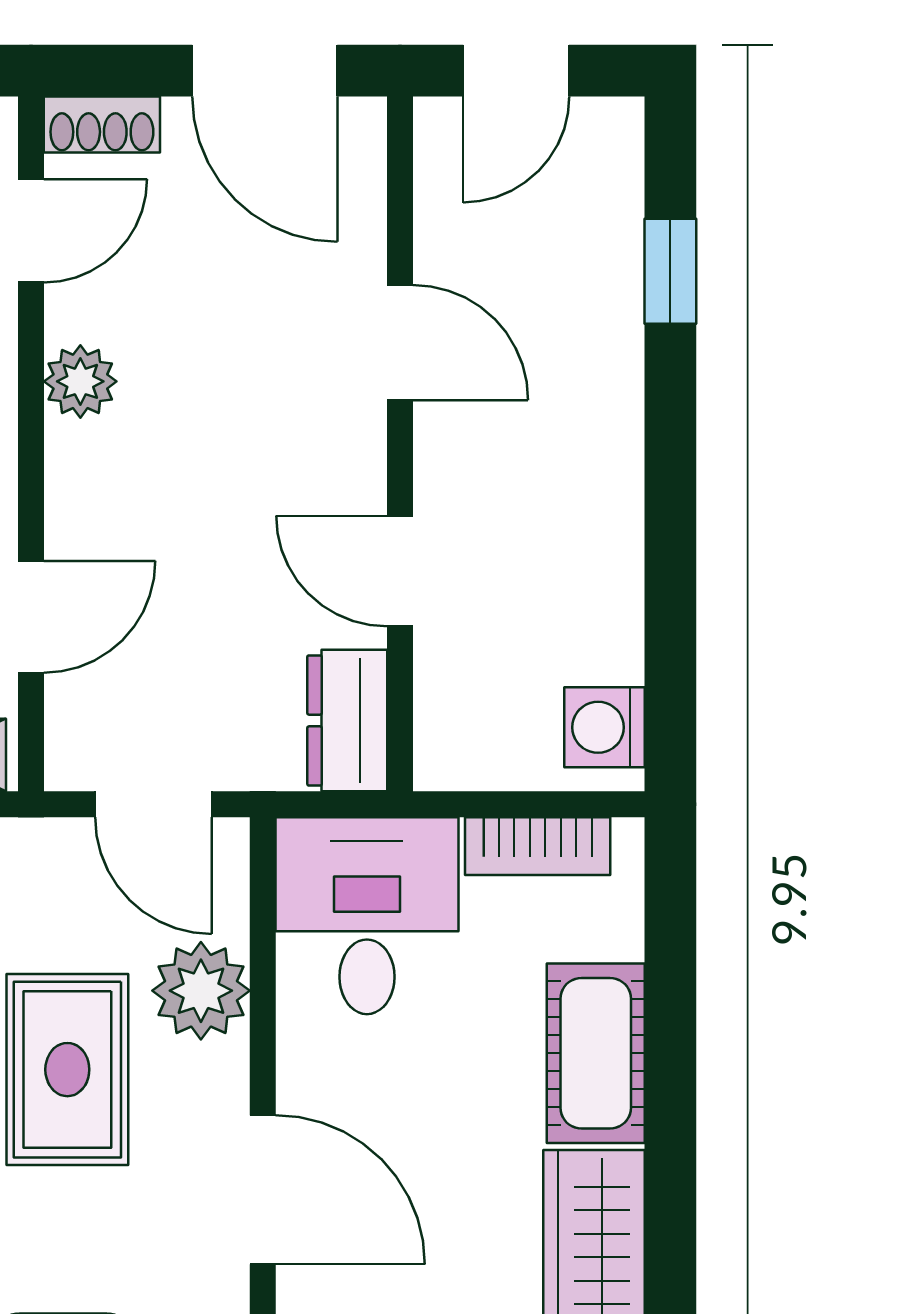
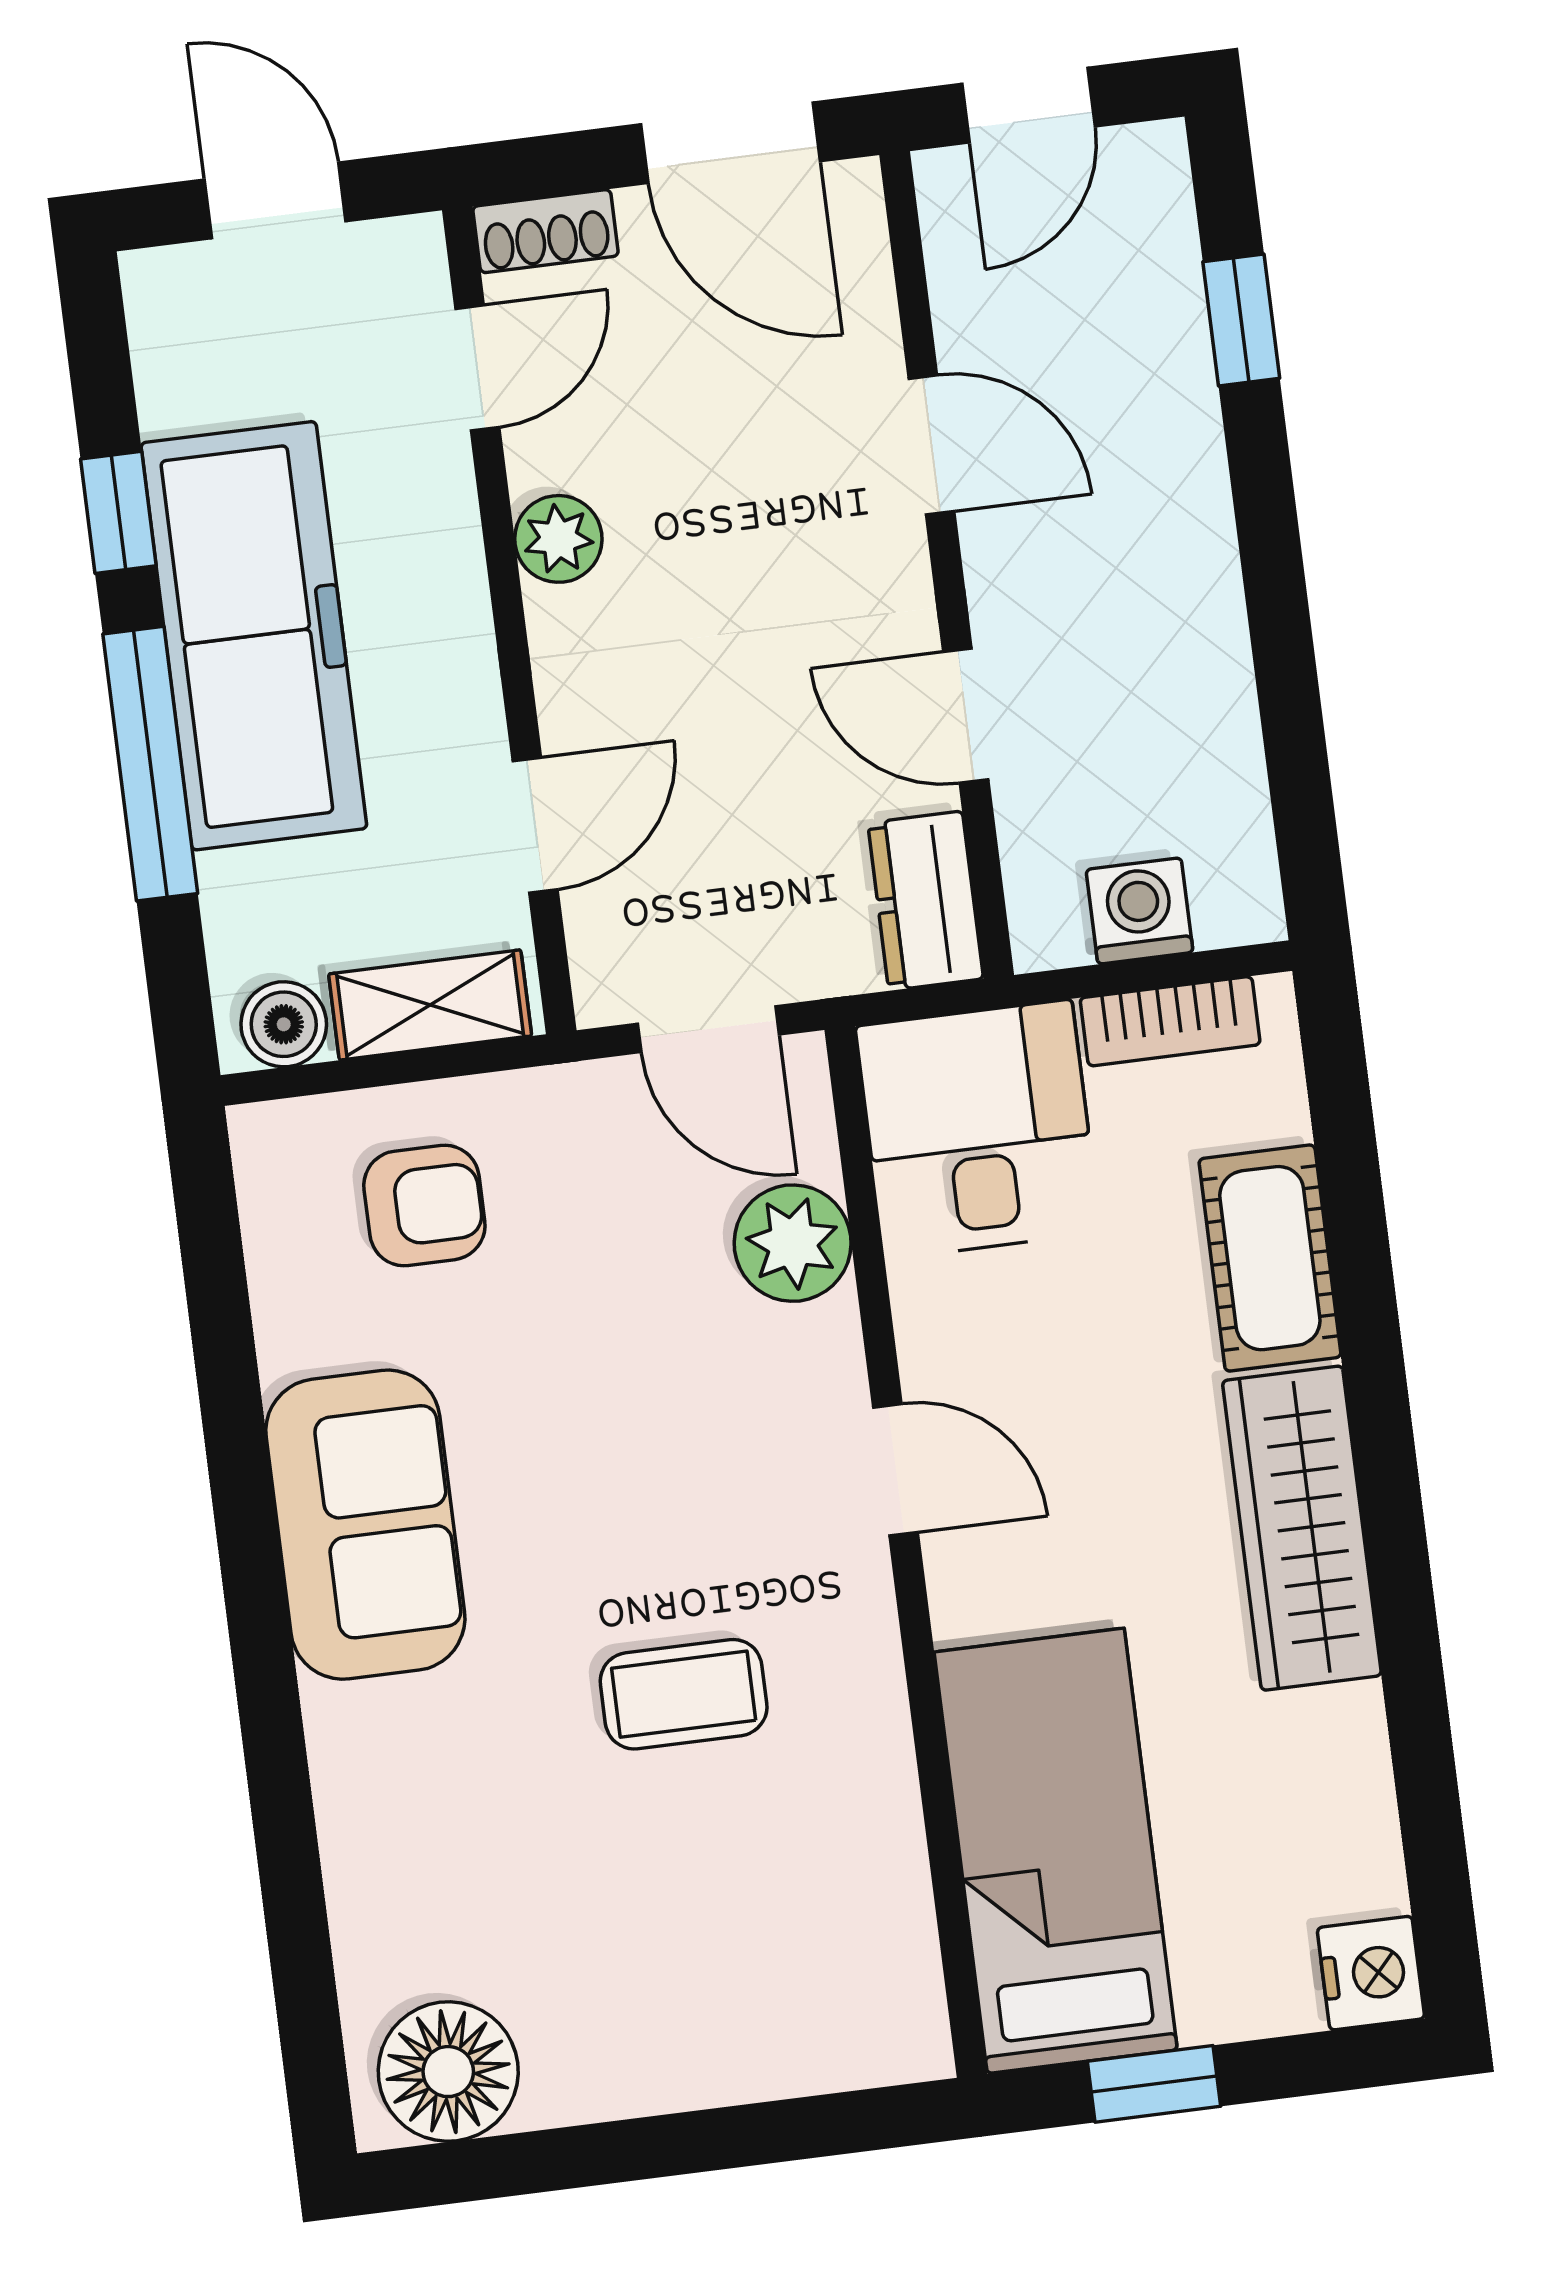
washing machine: (604, 727) -> (1139, 911), moved, turned 90
rug: (67, 1070) -> (646, 1357), removed
door: (263, 1190) -> (896, 1470), width x0.73

